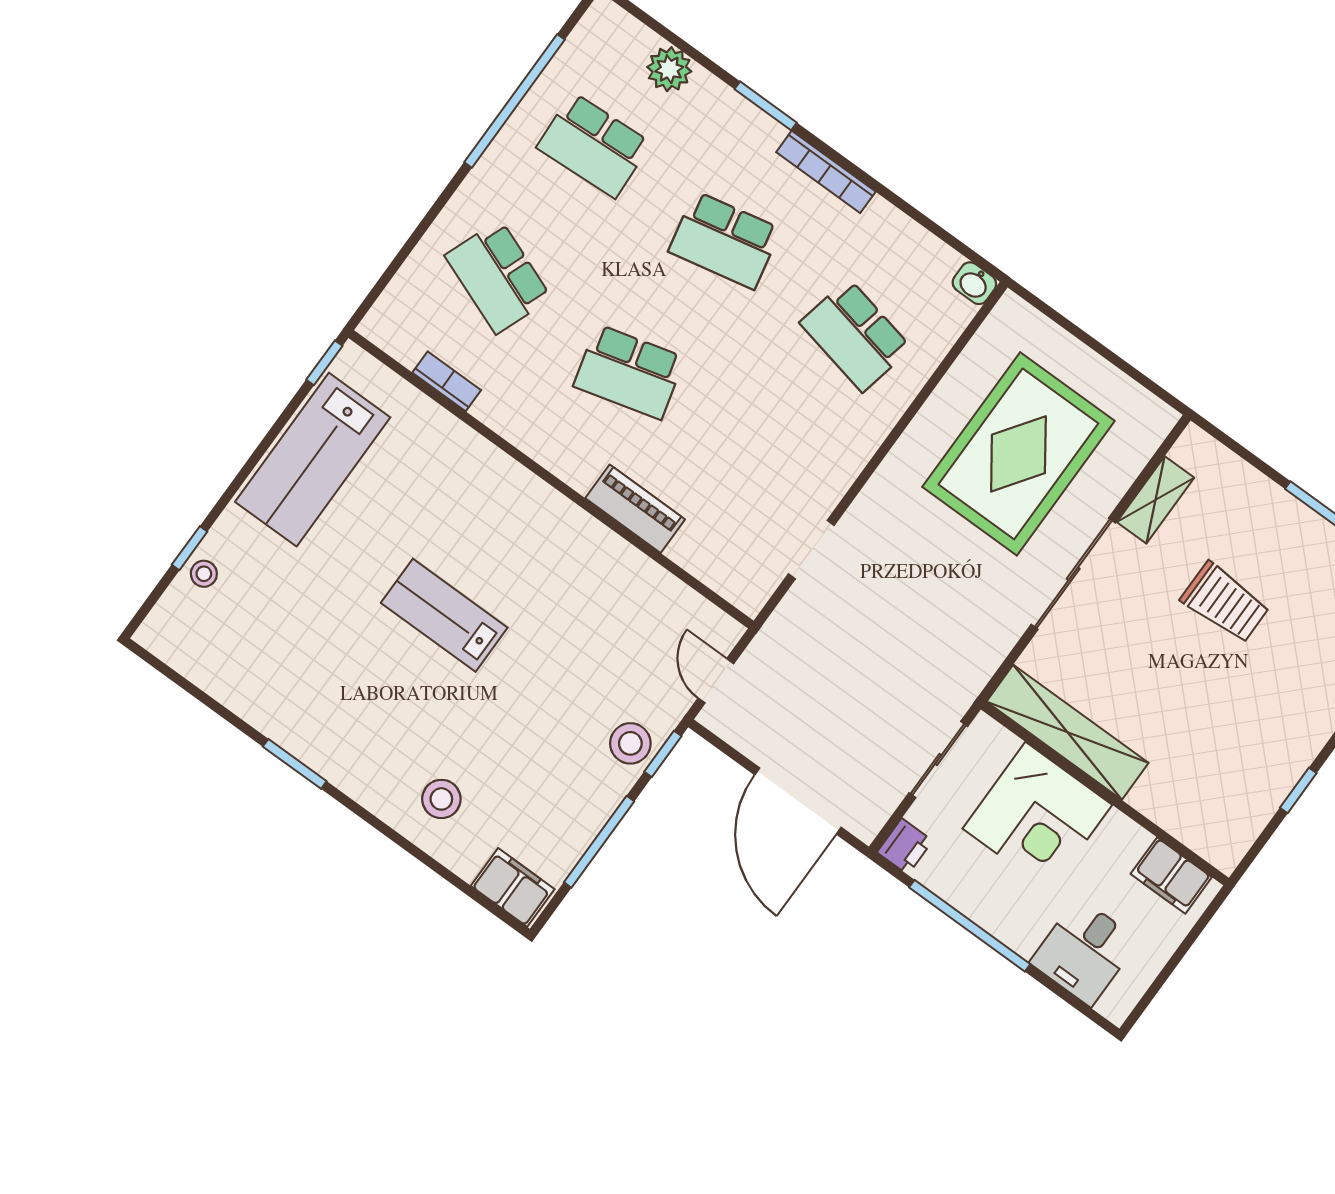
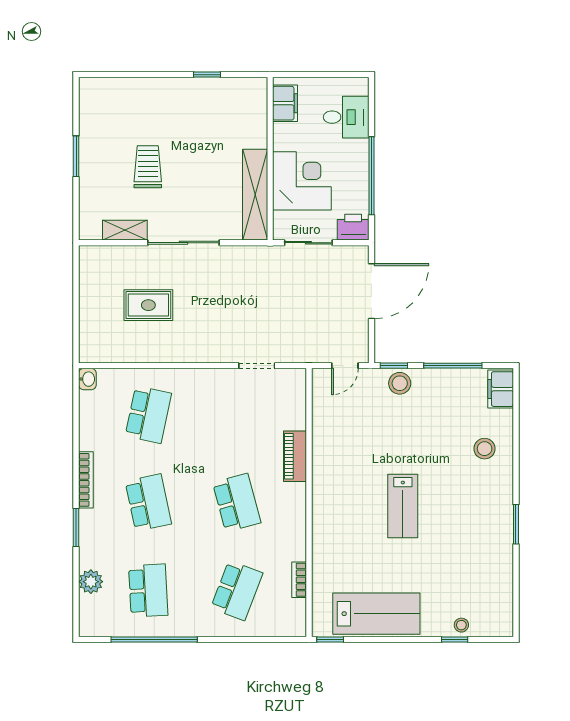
rug: (1018, 454) -> (148, 305), width x0.54, depth x0.49
printer: (905, 847) -> (353, 227), width x1.36, depth x1.24

